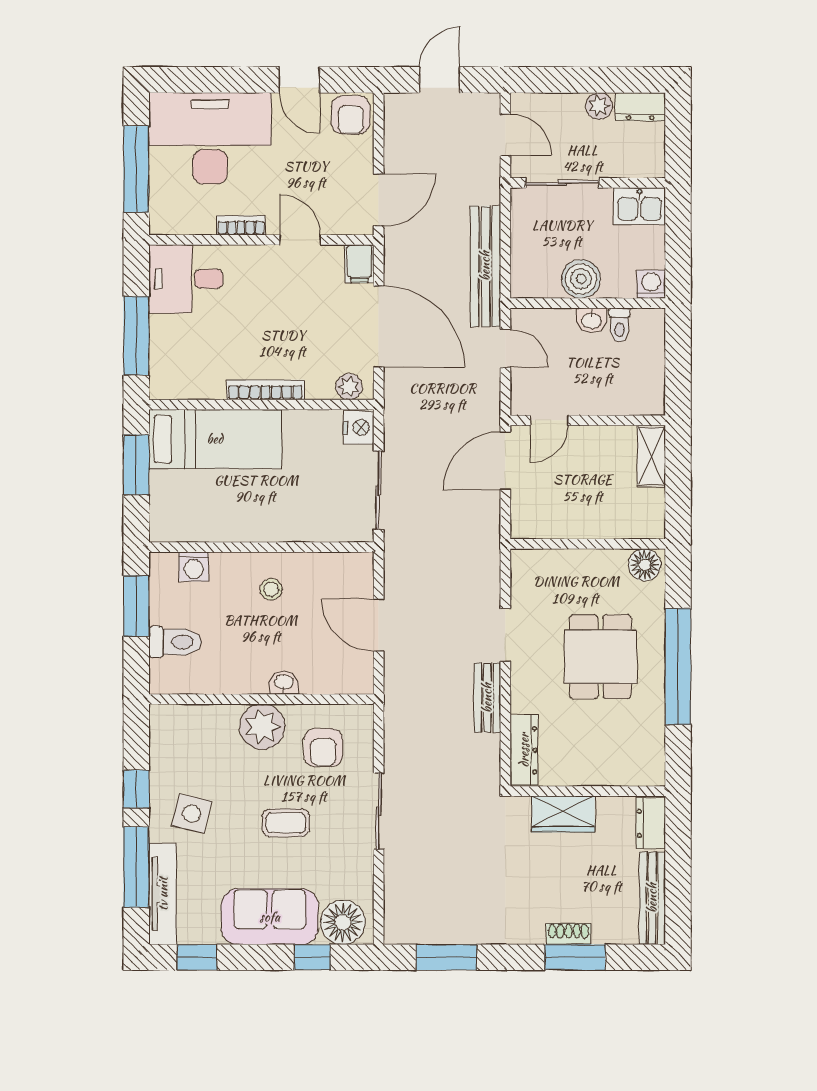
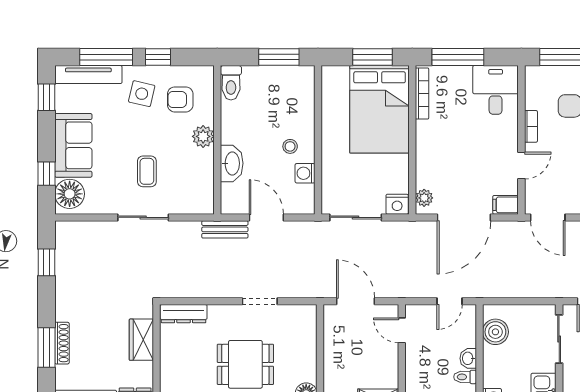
bench: (485, 266) -> (504, 288), removed
boiler: (581, 279) -> (495, 332), moved
bookcase: (265, 390) -> (422, 93), moved
bed: (215, 439) -> (380, 109), width x1.50
door: (505, 461) -> (356, 301), moved
washing machine: (194, 567) -> (305, 173), moved
door: (379, 625) -> (266, 217), hinge flipped
toilet: (175, 642) -> (231, 83), moved
washbasin: (284, 683) -> (232, 163), width x1.91, depth x1.45
bench: (487, 698) -> (225, 229), moved
plant: (262, 727) -> (203, 136), width x0.73, depth x0.73
armchair: (323, 747) -> (180, 99), moved
coffee table: (286, 823) -> (147, 171), moved
shoe rack: (568, 934) -> (62, 343), width x1.43
window: (446, 957) -> (46, 262), width x0.67

